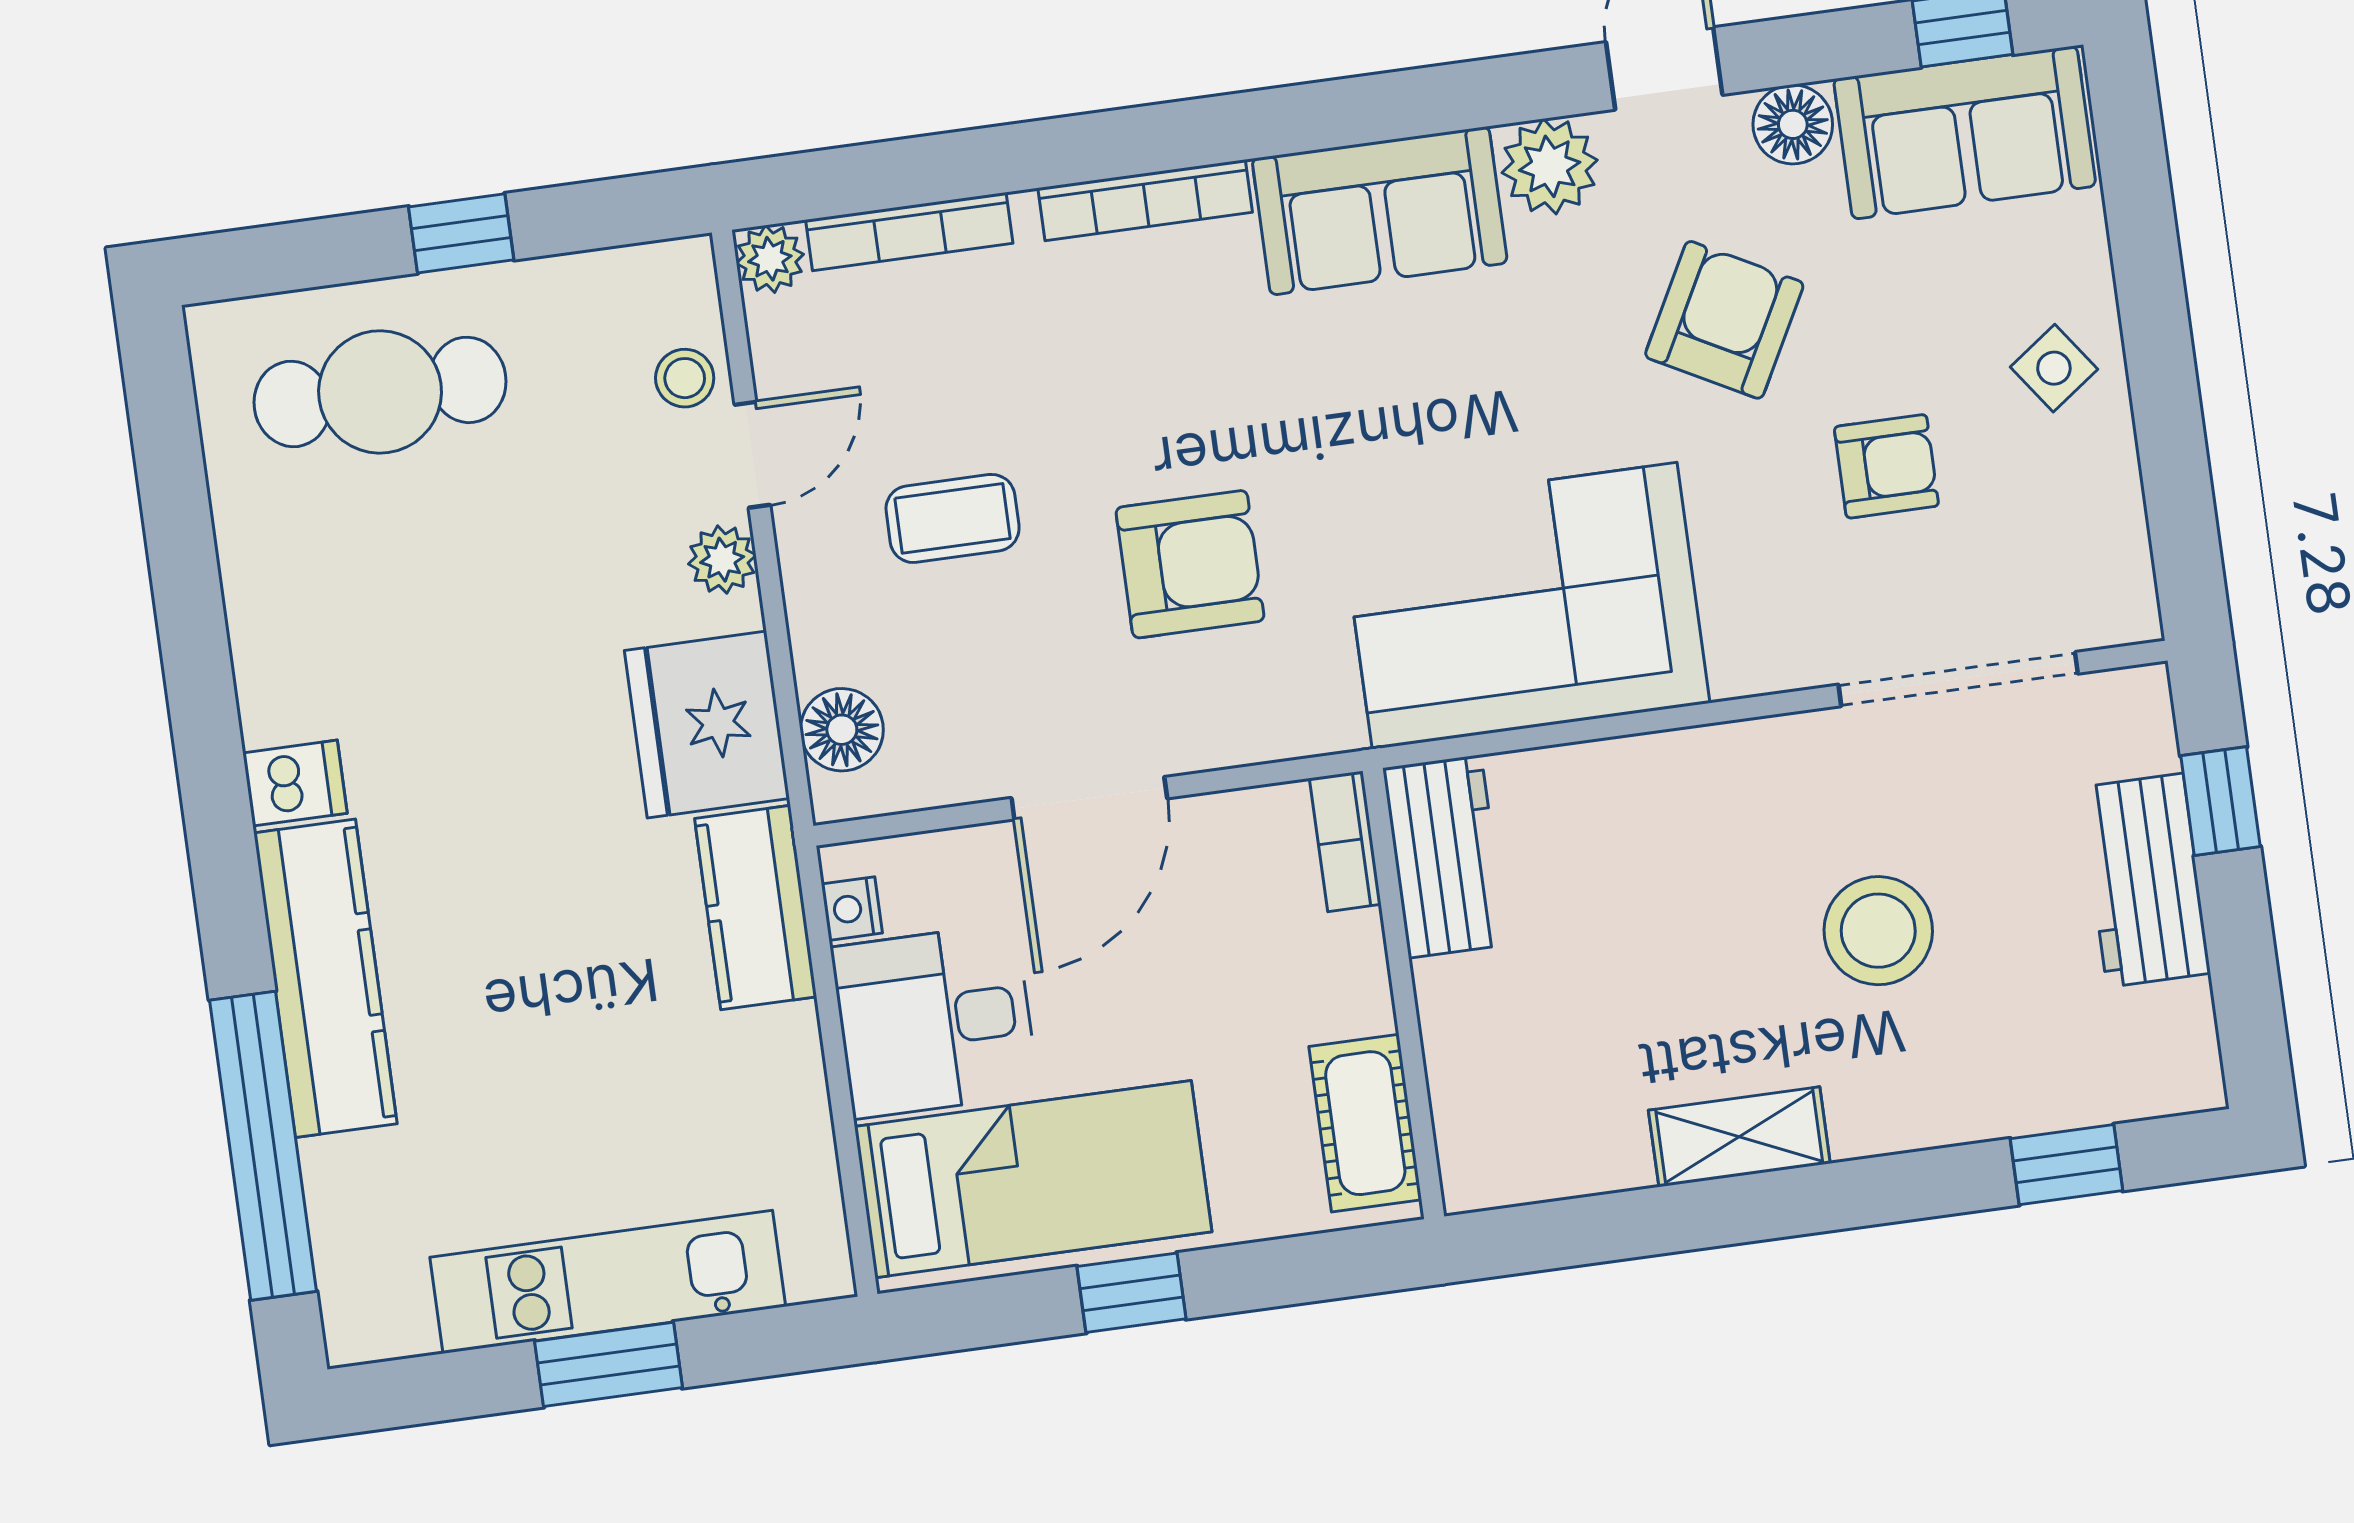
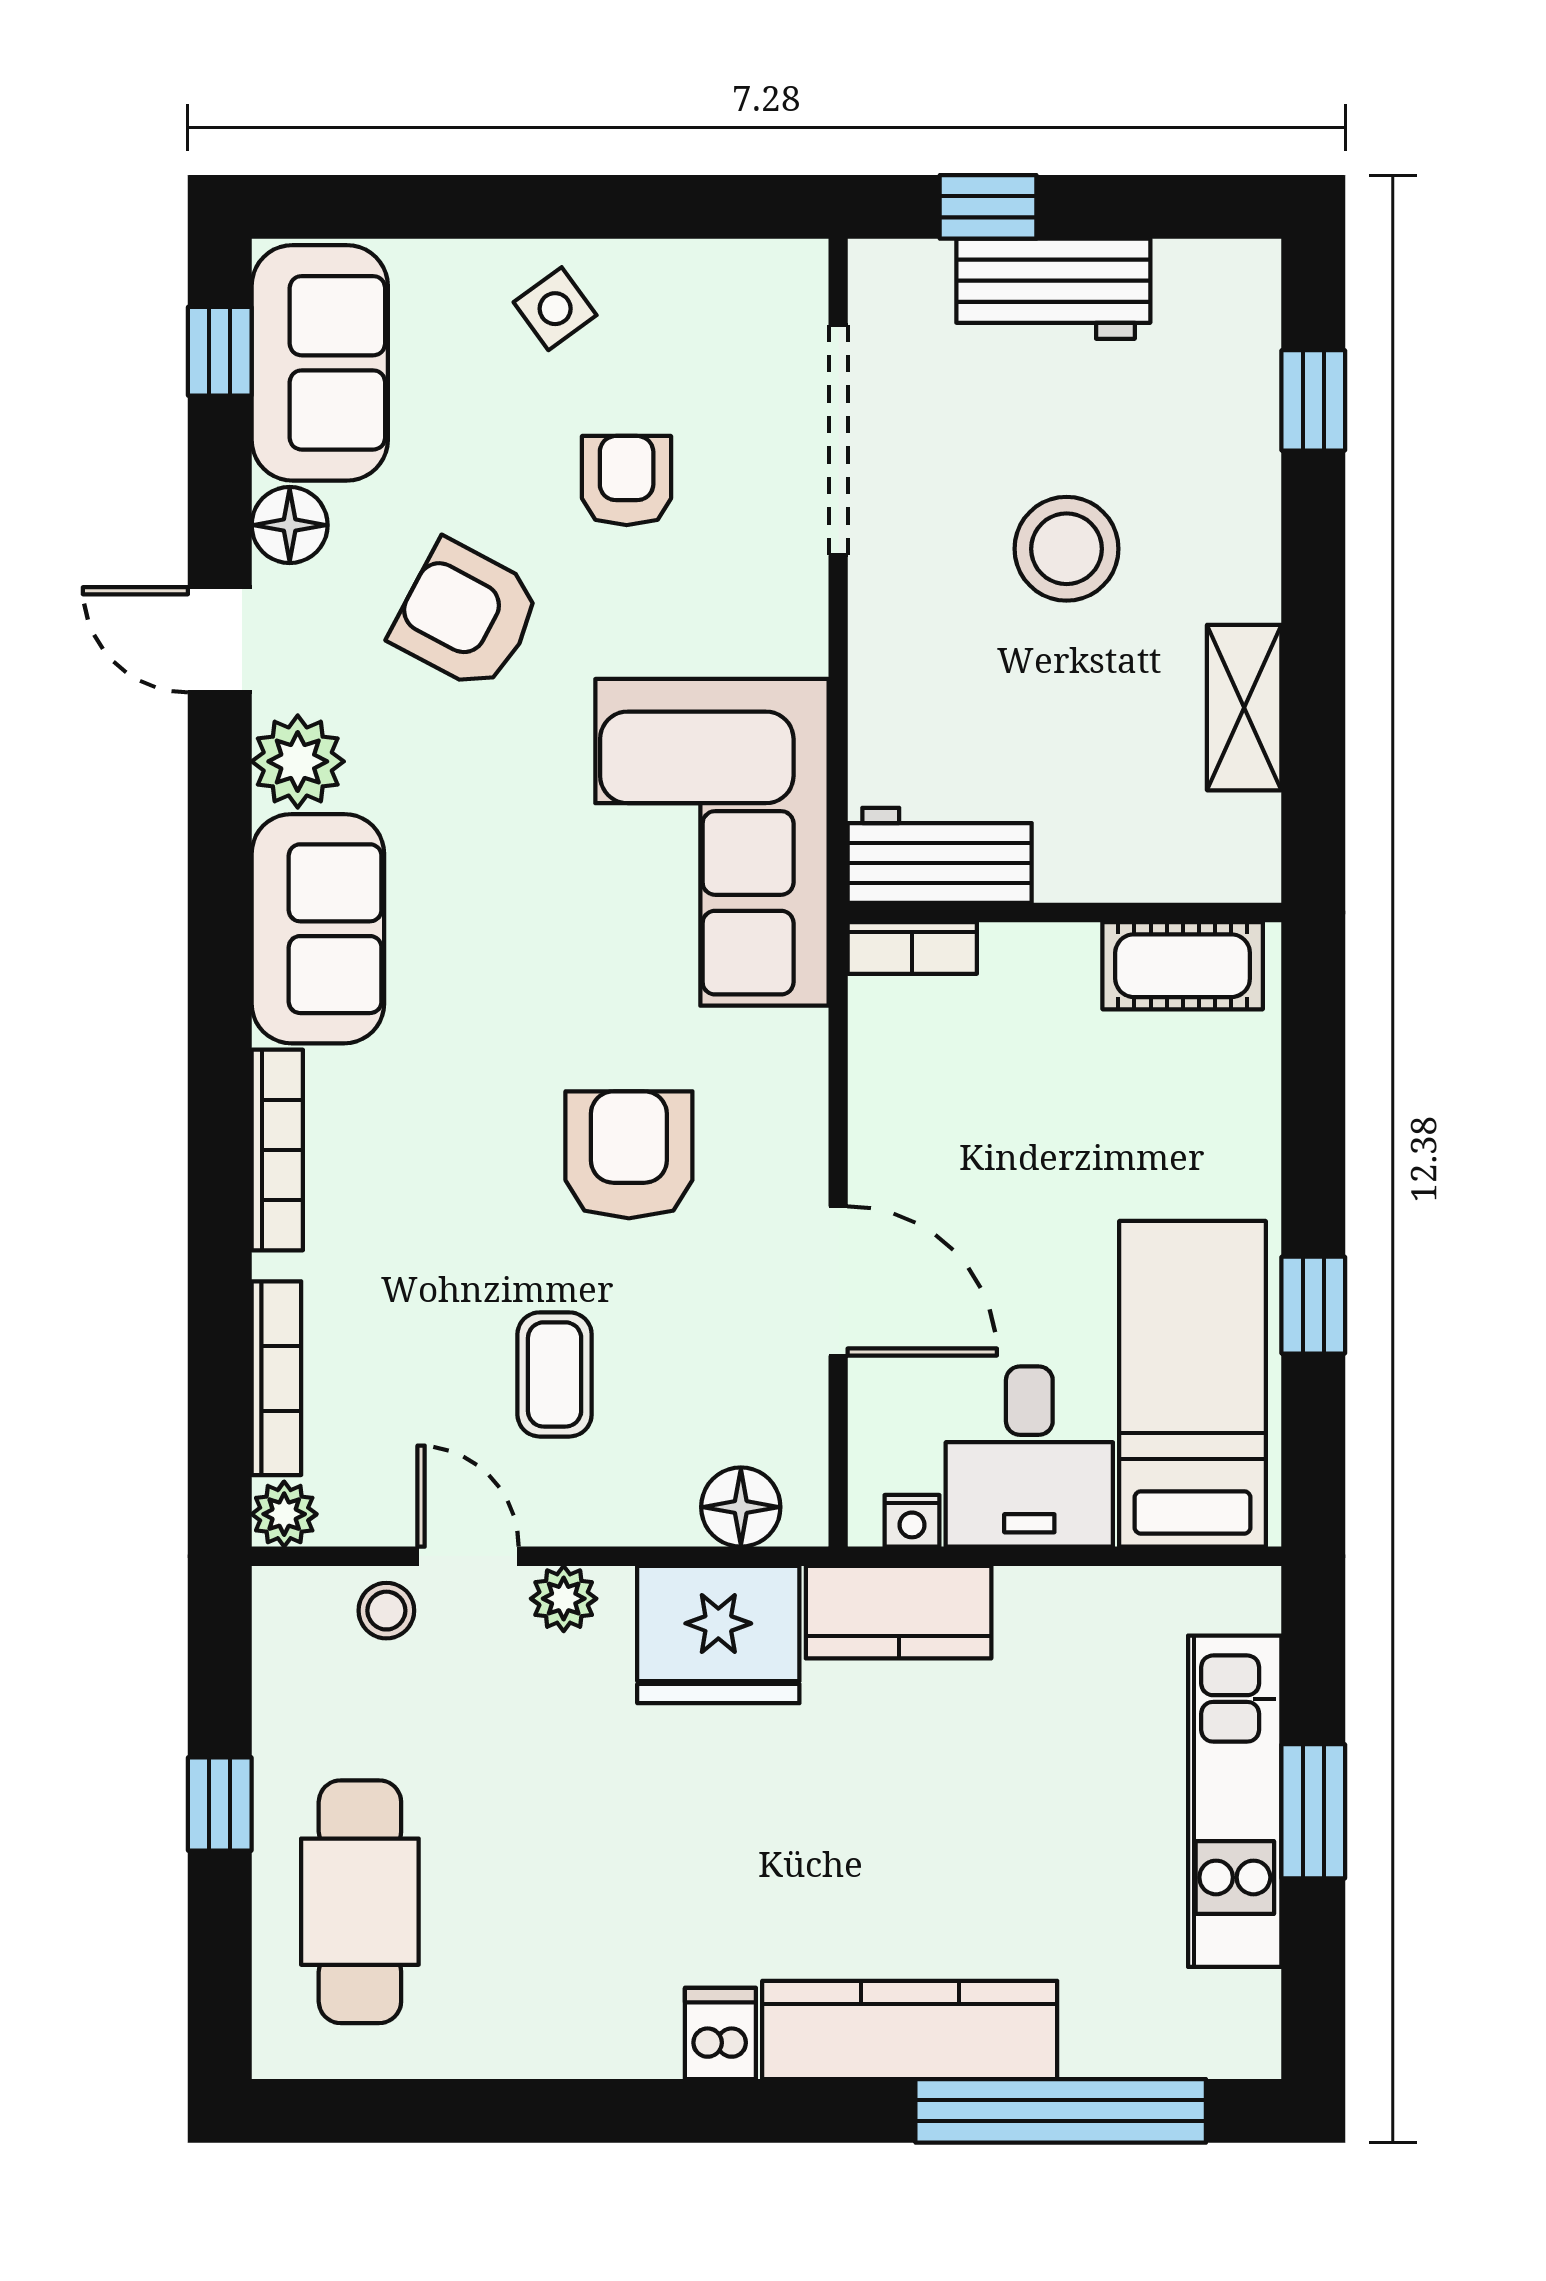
bookcase: (1345, 841) -> (912, 948), moved
workbench: (1445, 856) -> (940, 855), moved
wall: (1403, 994) -> (1065, 913), moved
cot: (1365, 1123) -> (1183, 966), moved

